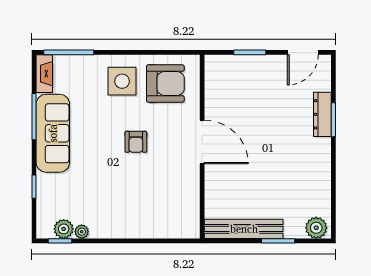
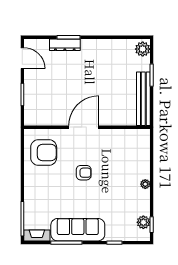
side table: (122, 81) -> (42, 182), removed
armchair: (165, 83) -> (44, 152), turned 90
plant: (82, 232) -> (145, 184), moved

